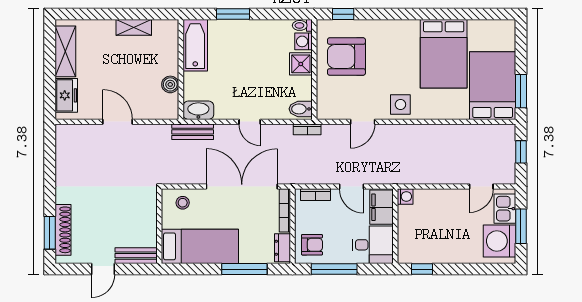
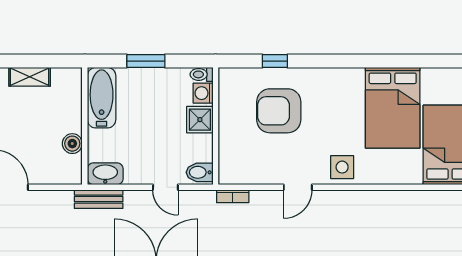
toilet: (302, 25) -> (202, 74), moved
washing machine: (303, 41) -> (203, 93), moved
shower: (301, 64) -> (200, 120), moved
wall: (314, 70) -> (216, 126), moved
bidet: (301, 109) -> (200, 172), moved

